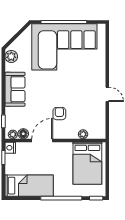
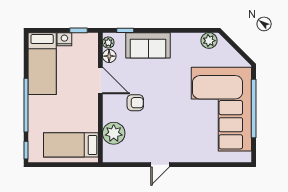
sofa: (15, 89) -> (148, 45), moved
plant: (83, 134) -> (114, 133), width x1.88, depth x1.88
nightstand: (10, 148) -> (64, 39), moved
bed: (87, 163) -> (71, 145), width x0.67

